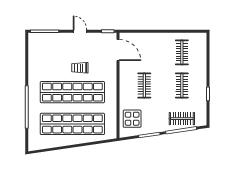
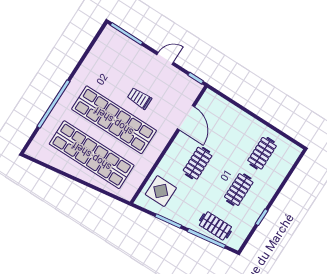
door: (80, 31) -> (165, 59), hinge flipped
door: (118, 50) -> (186, 118), moved

